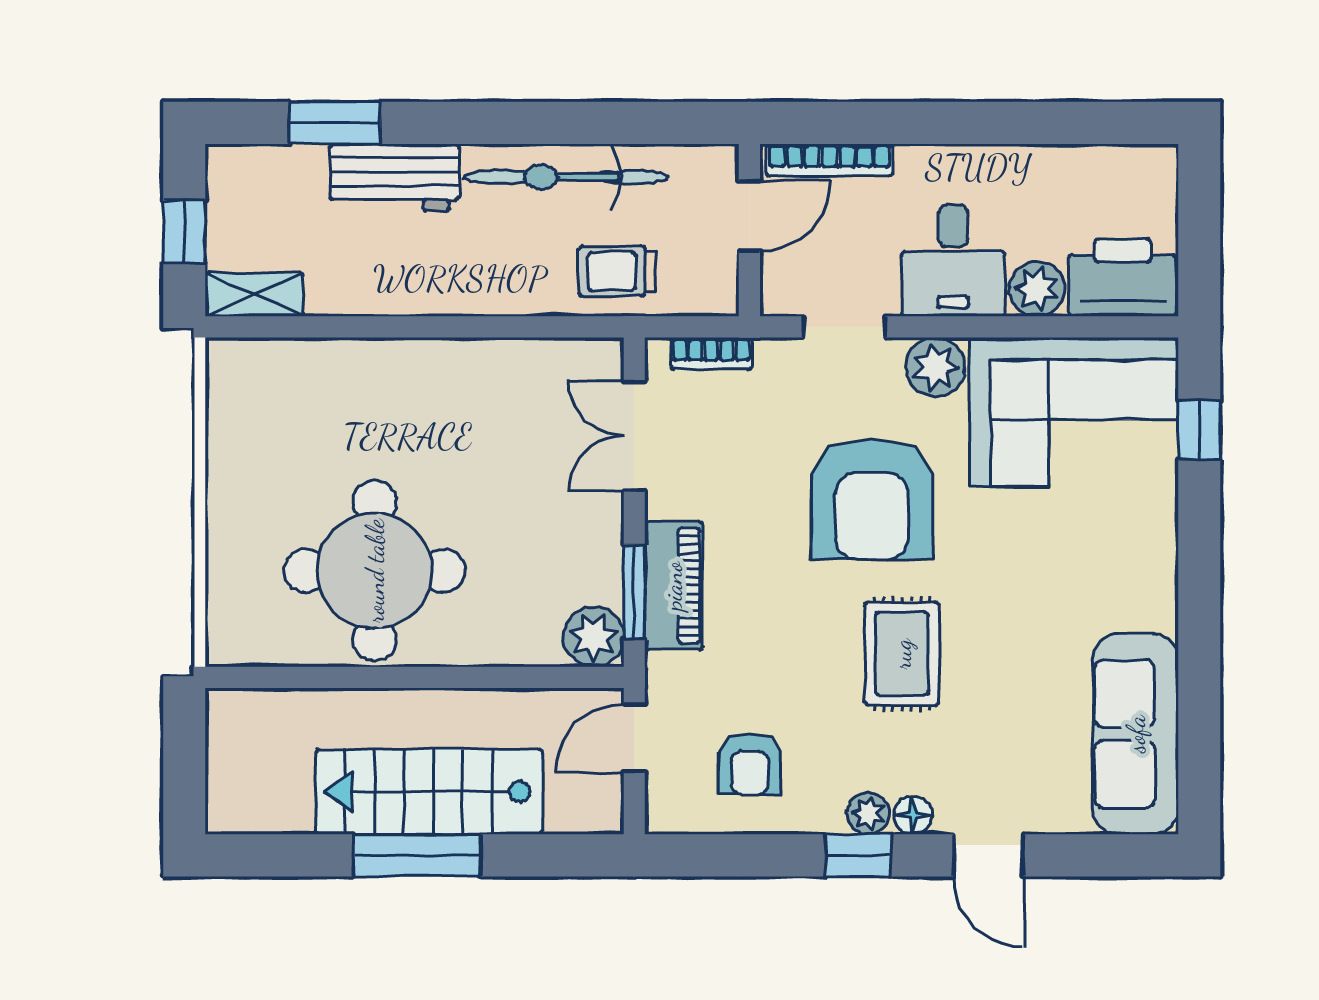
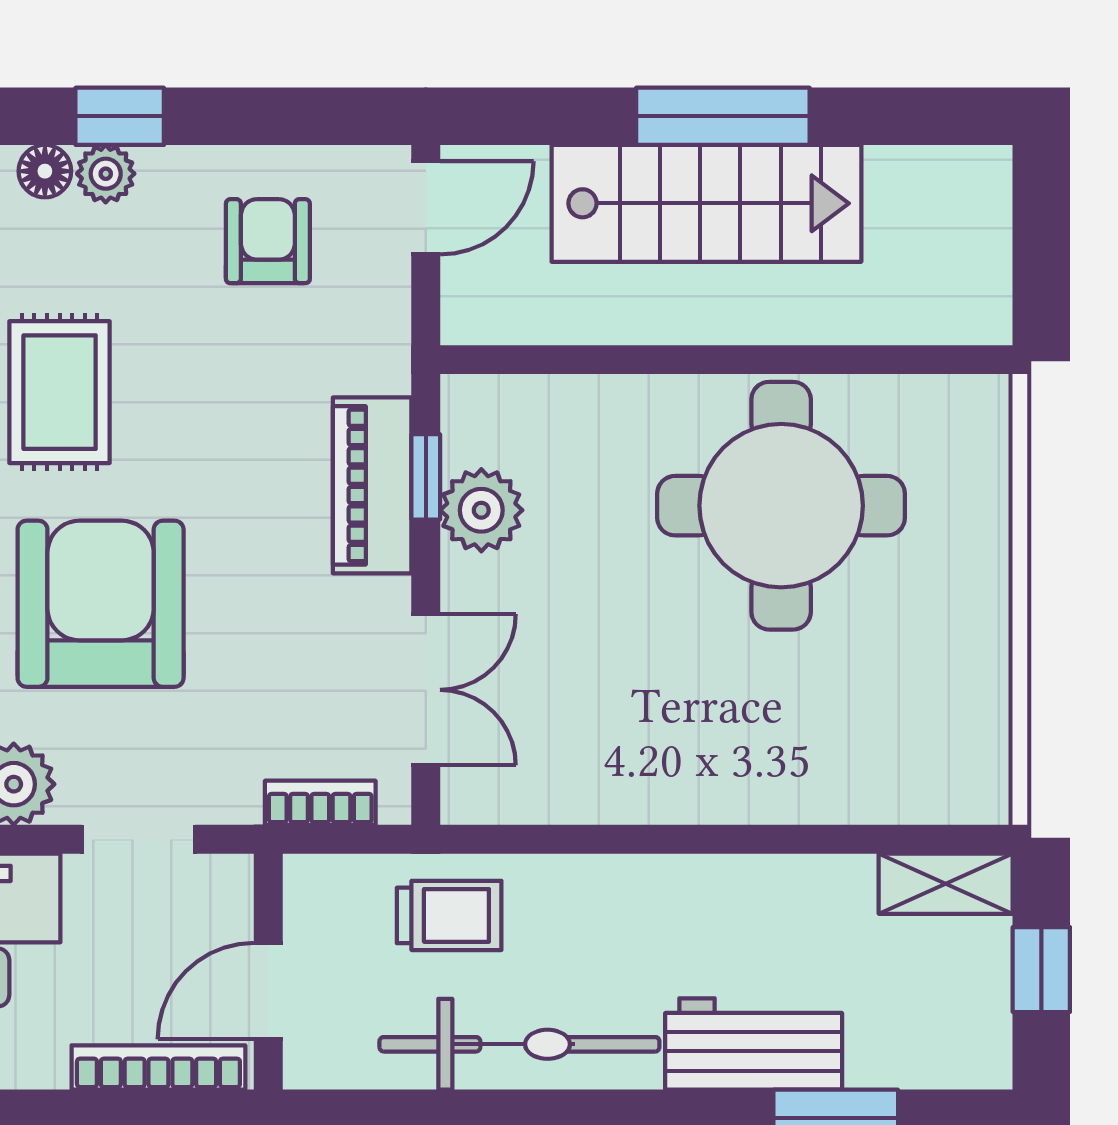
window: (634, 592) -> (426, 477), width x0.67
plant: (594, 637) -> (481, 510), moved
door: (634, 738) -> (426, 208), moved

